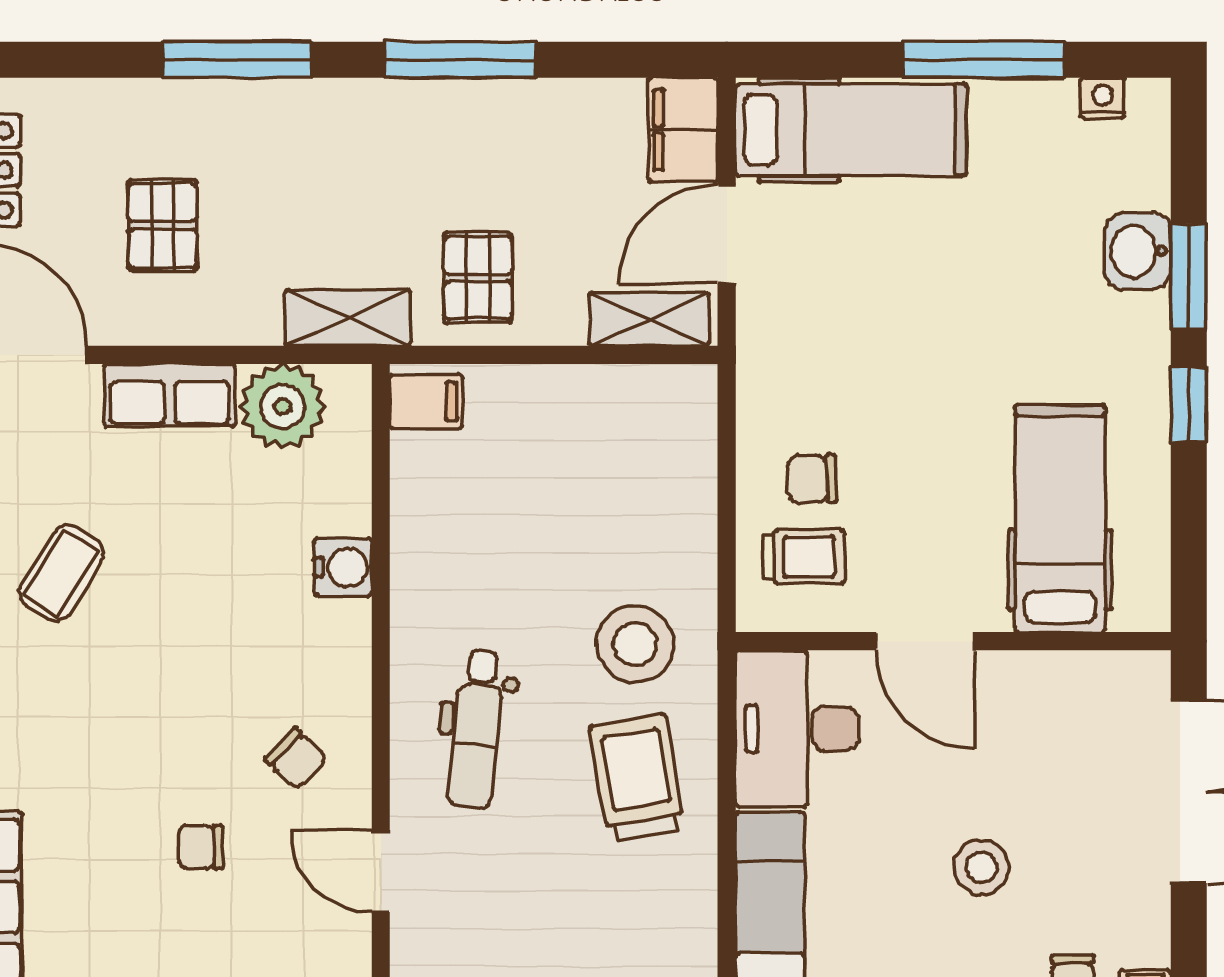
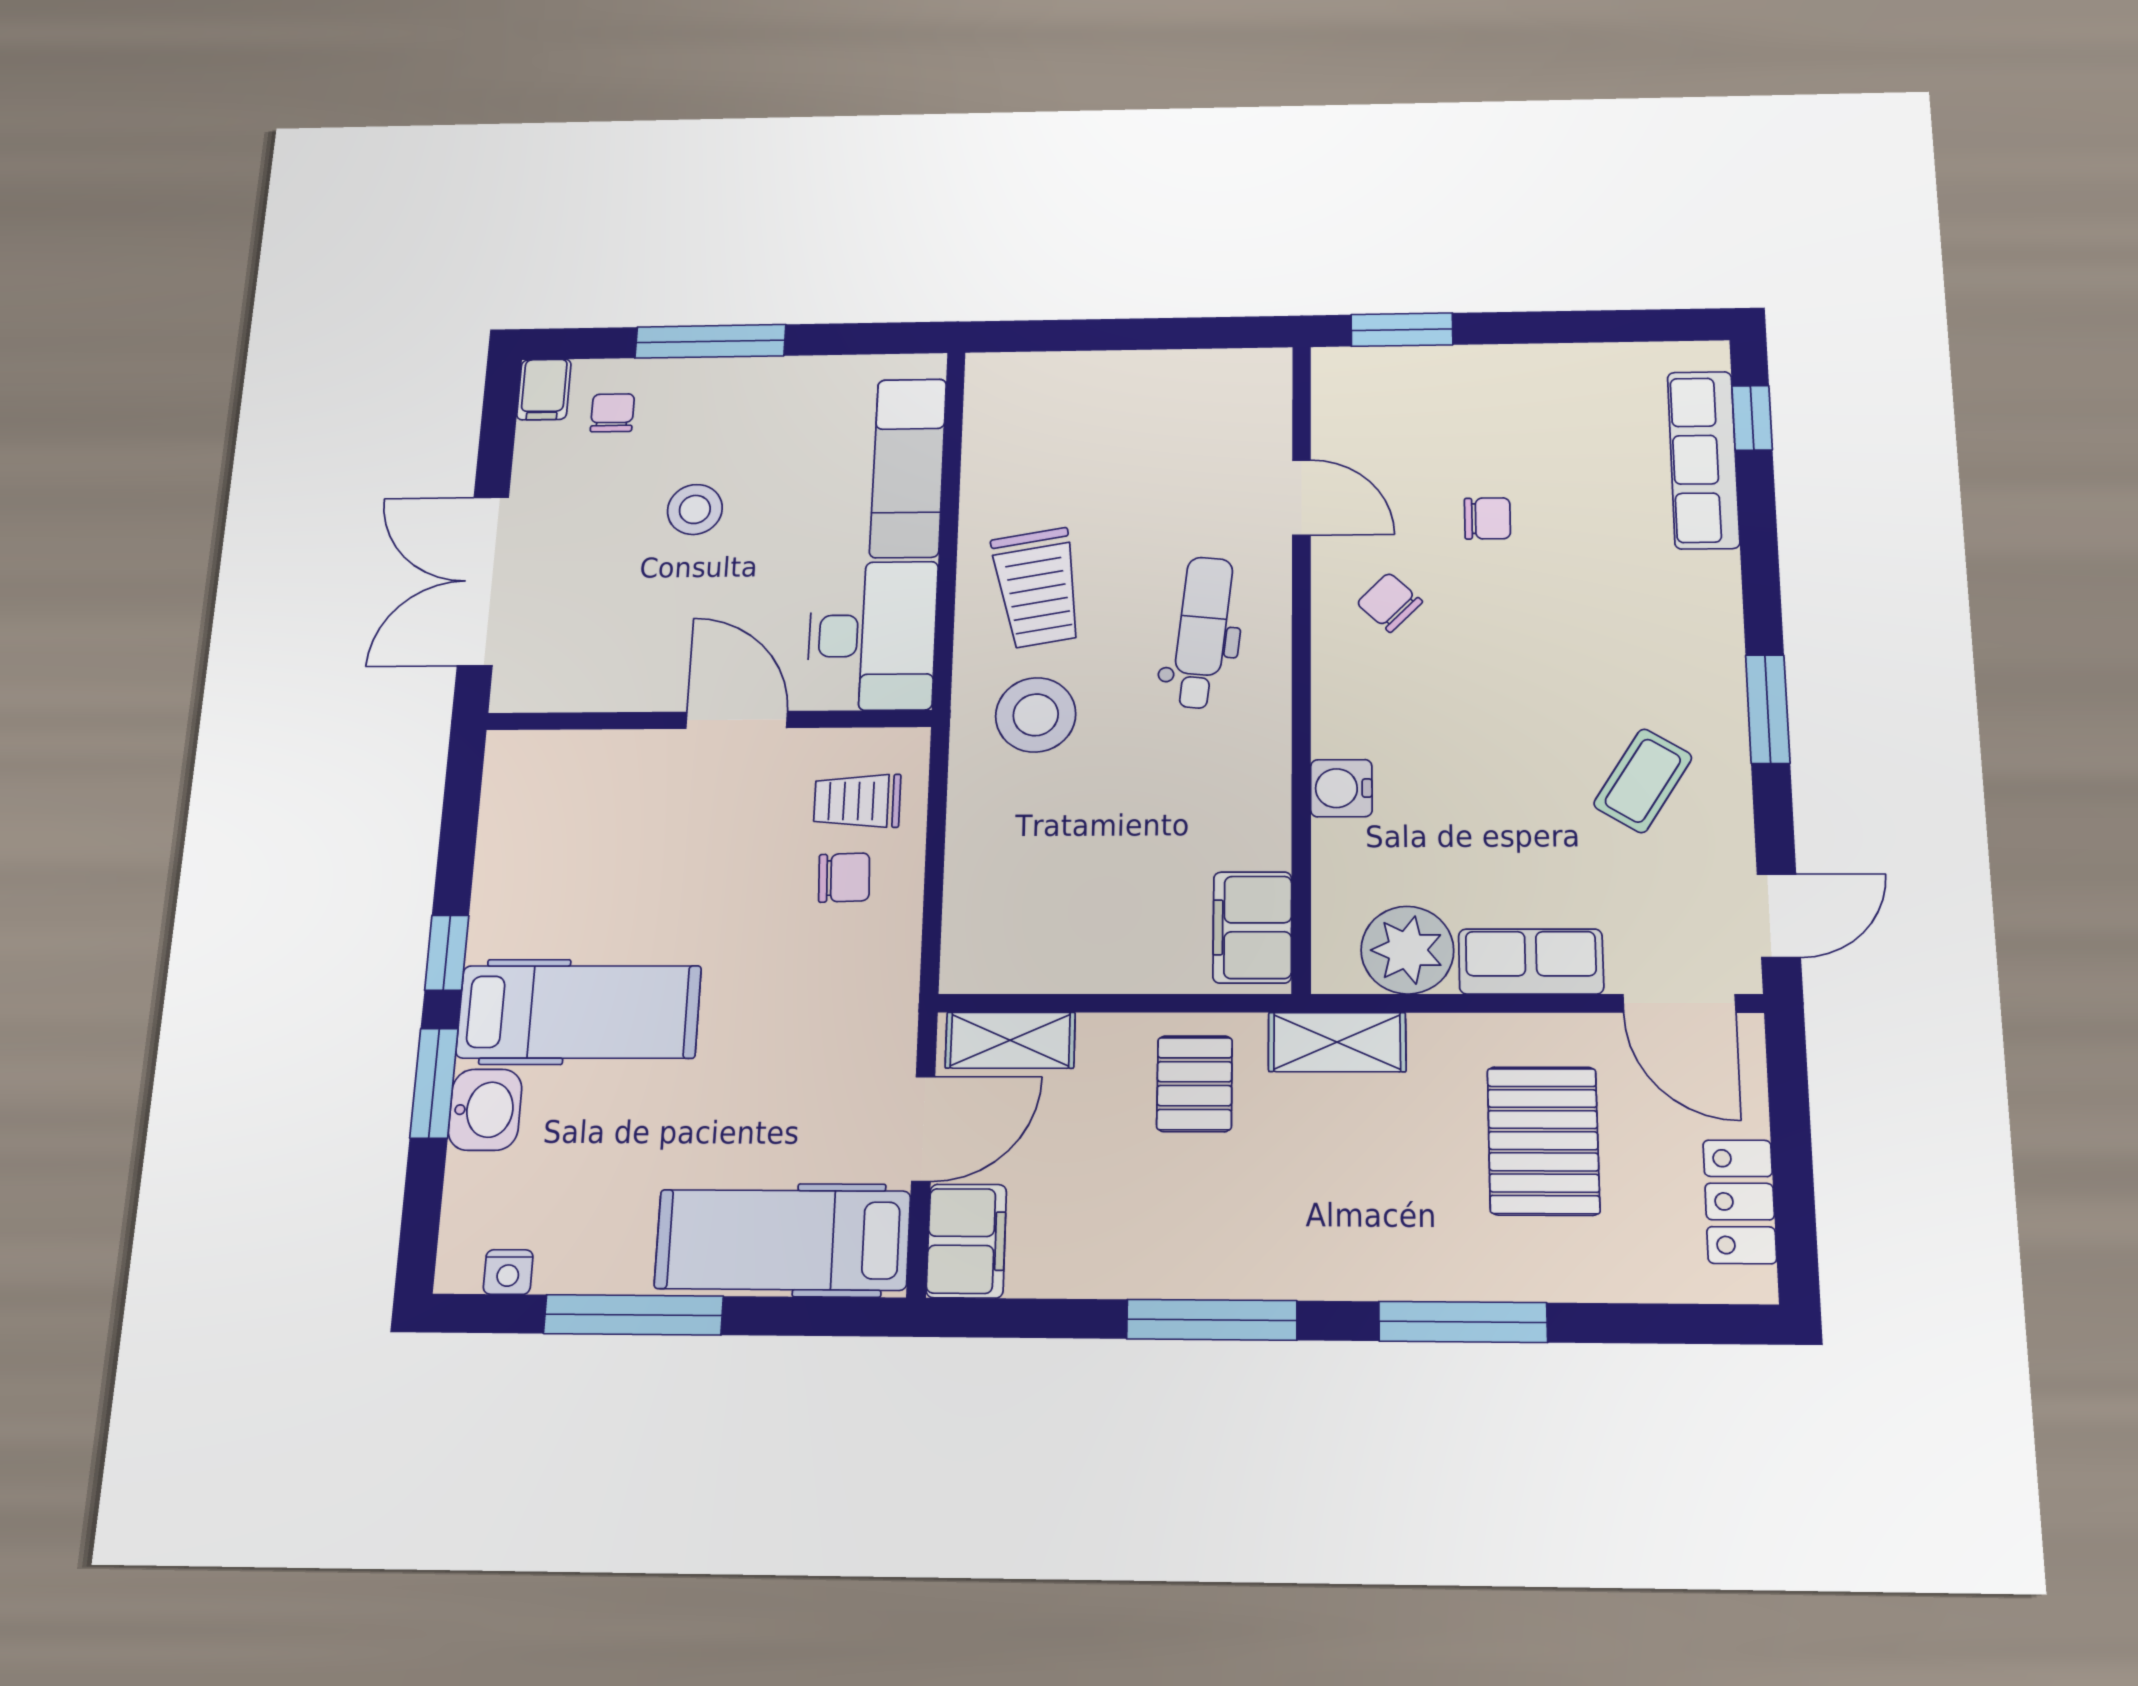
pallet: (163, 225) -> (1543, 1141), width x1.50, depth x1.42
filing cabinet: (426, 402) -> (1252, 927), width x2.00
hospital bed: (1060, 518) -> (579, 1012), moved, turned -90

